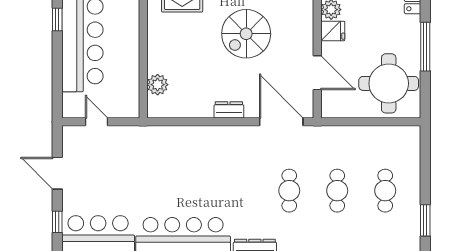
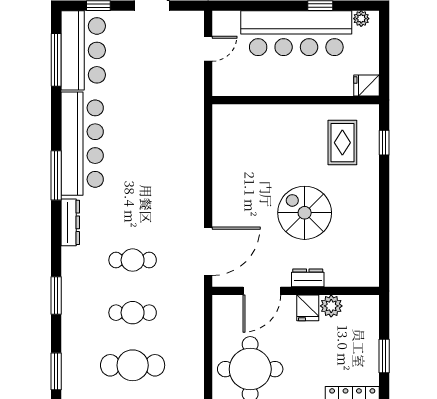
plant: (158, 85) -> (249, 116), removed
dresser: (229, 110) -> (308, 278), moved, turned -90
cafe table: (385, 191) -> (133, 365), width x1.37, depth x1.35

